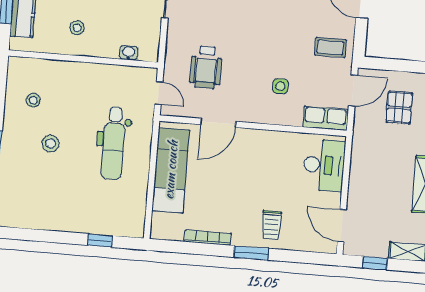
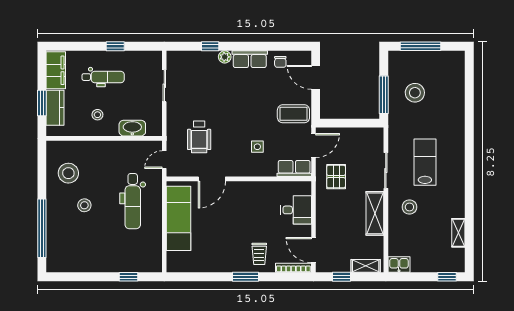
coffee table: (331, 47) -> (293, 114), width x1.36, depth x1.30
washbasin: (129, 53) -> (132, 128), width x1.91, depth x1.45
door: (159, 93) -> (164, 160), swing flipped
stool: (33, 100) -> (68, 173), width x1.89, depth x1.89
pallet: (399, 108) -> (336, 177), moved
desk: (324, 165) -> (296, 210), width x0.73
bookcase: (208, 238) -> (293, 268), moved

